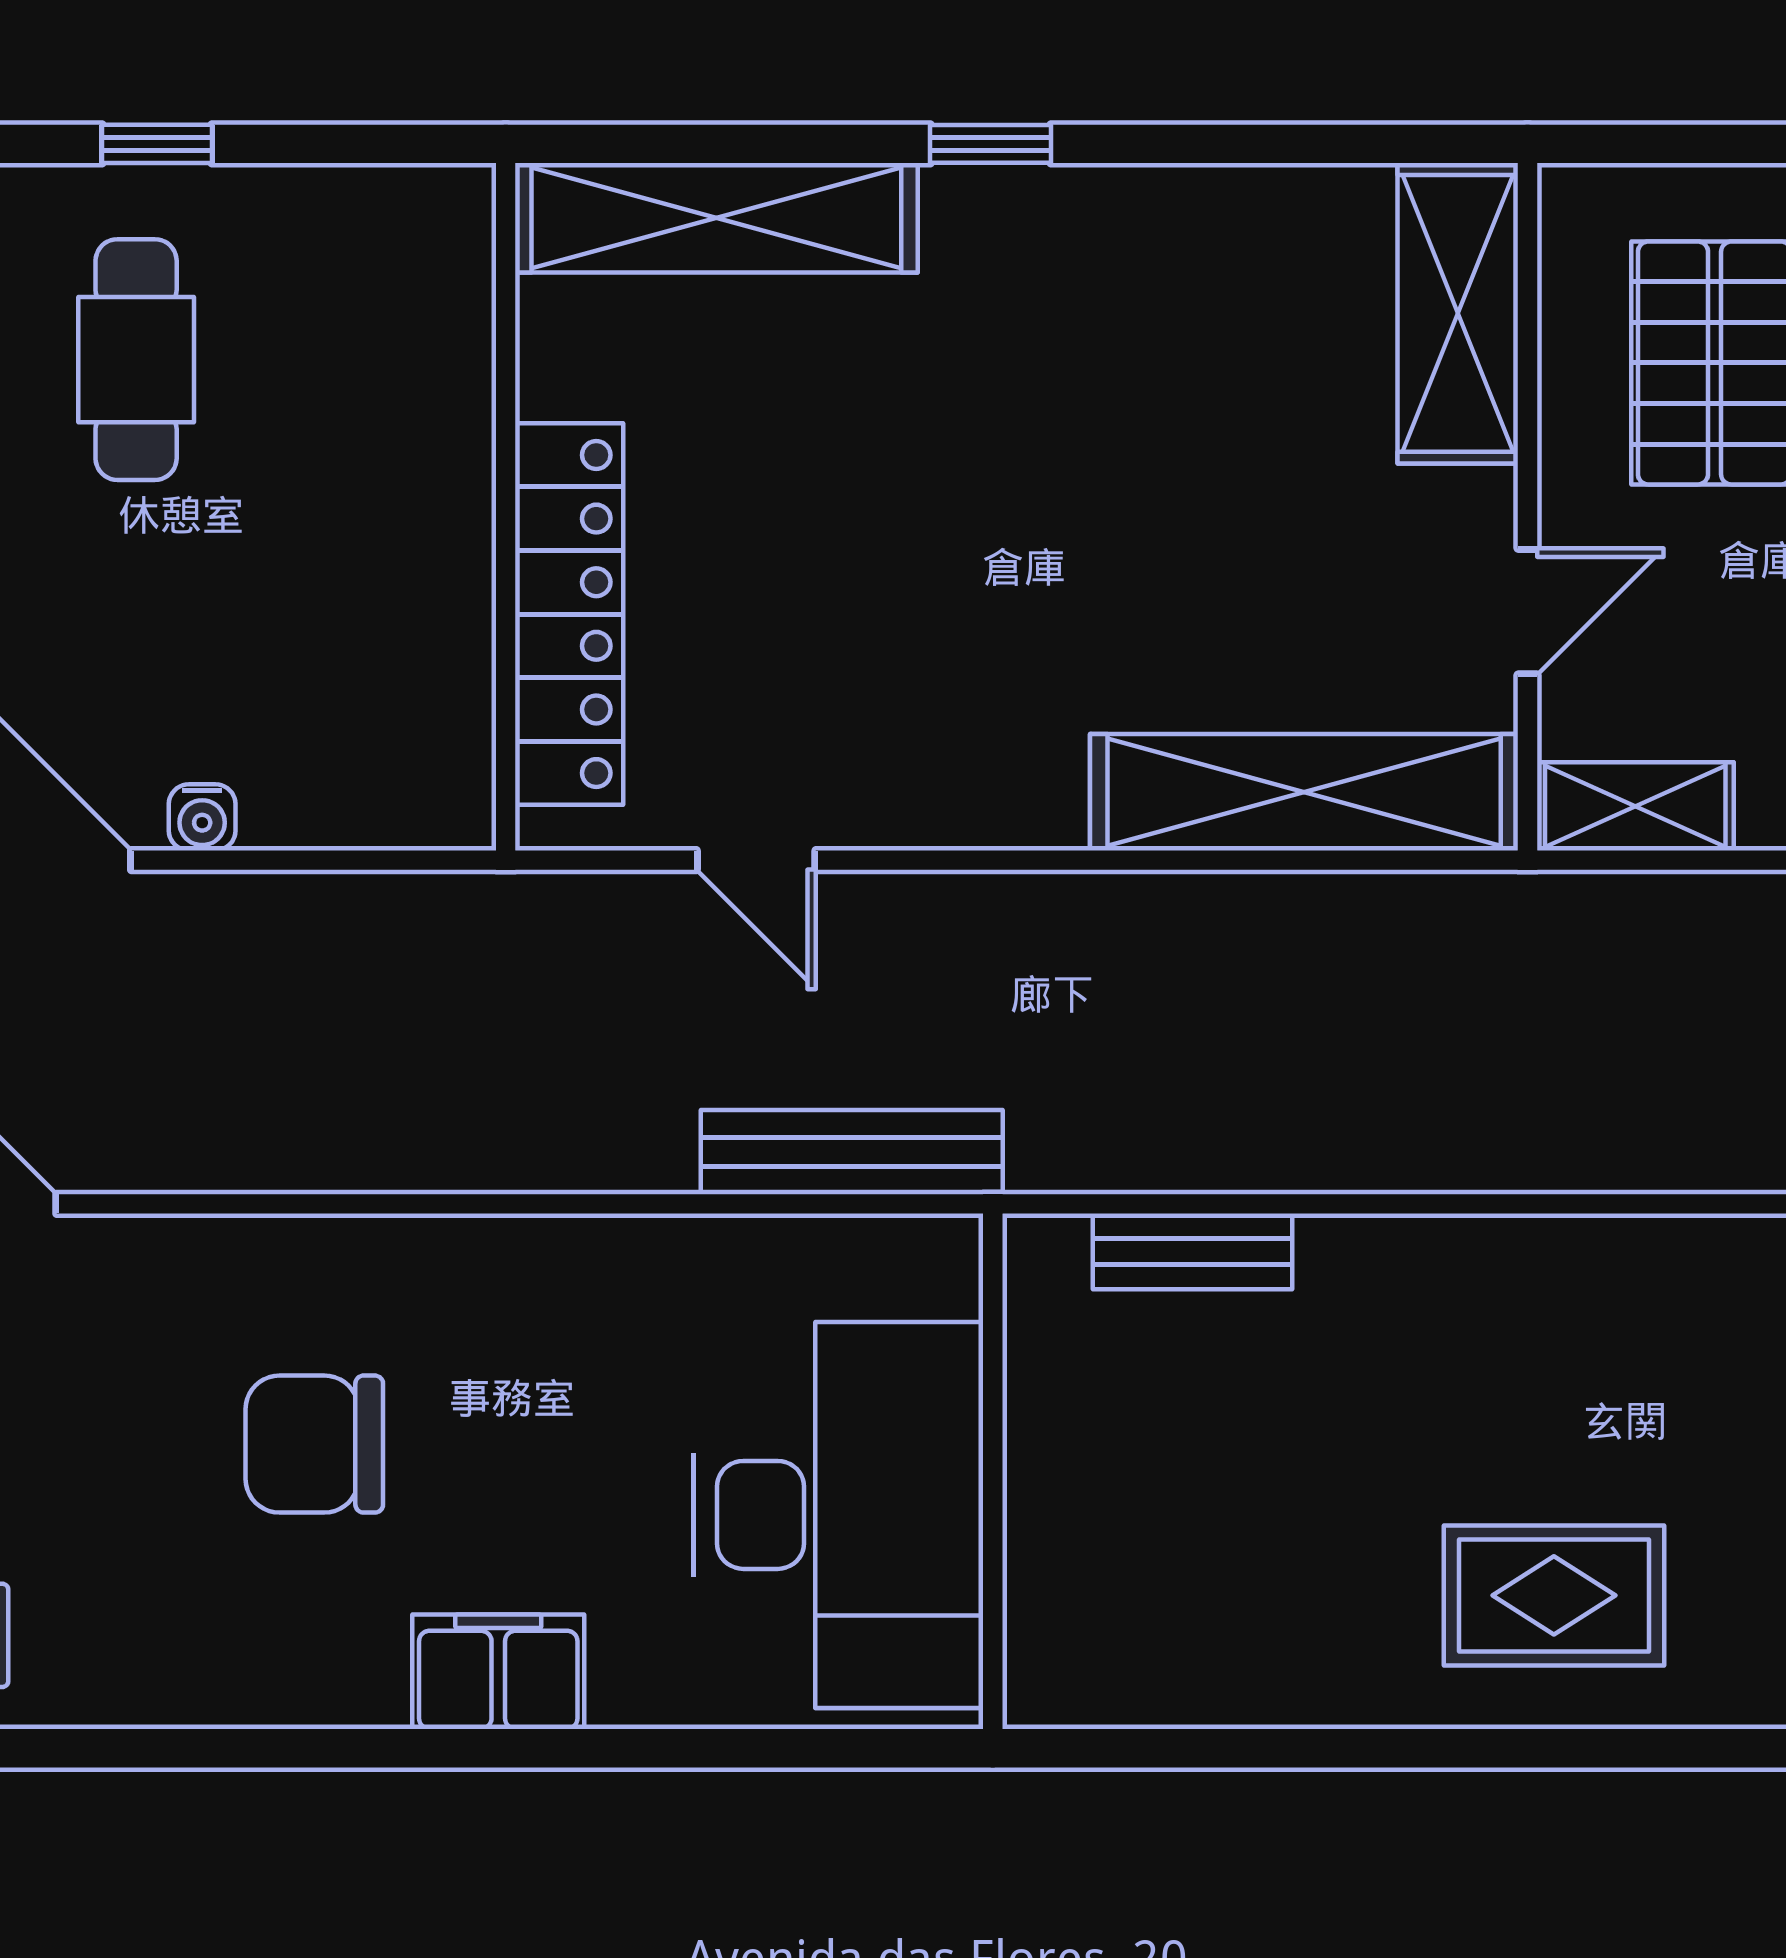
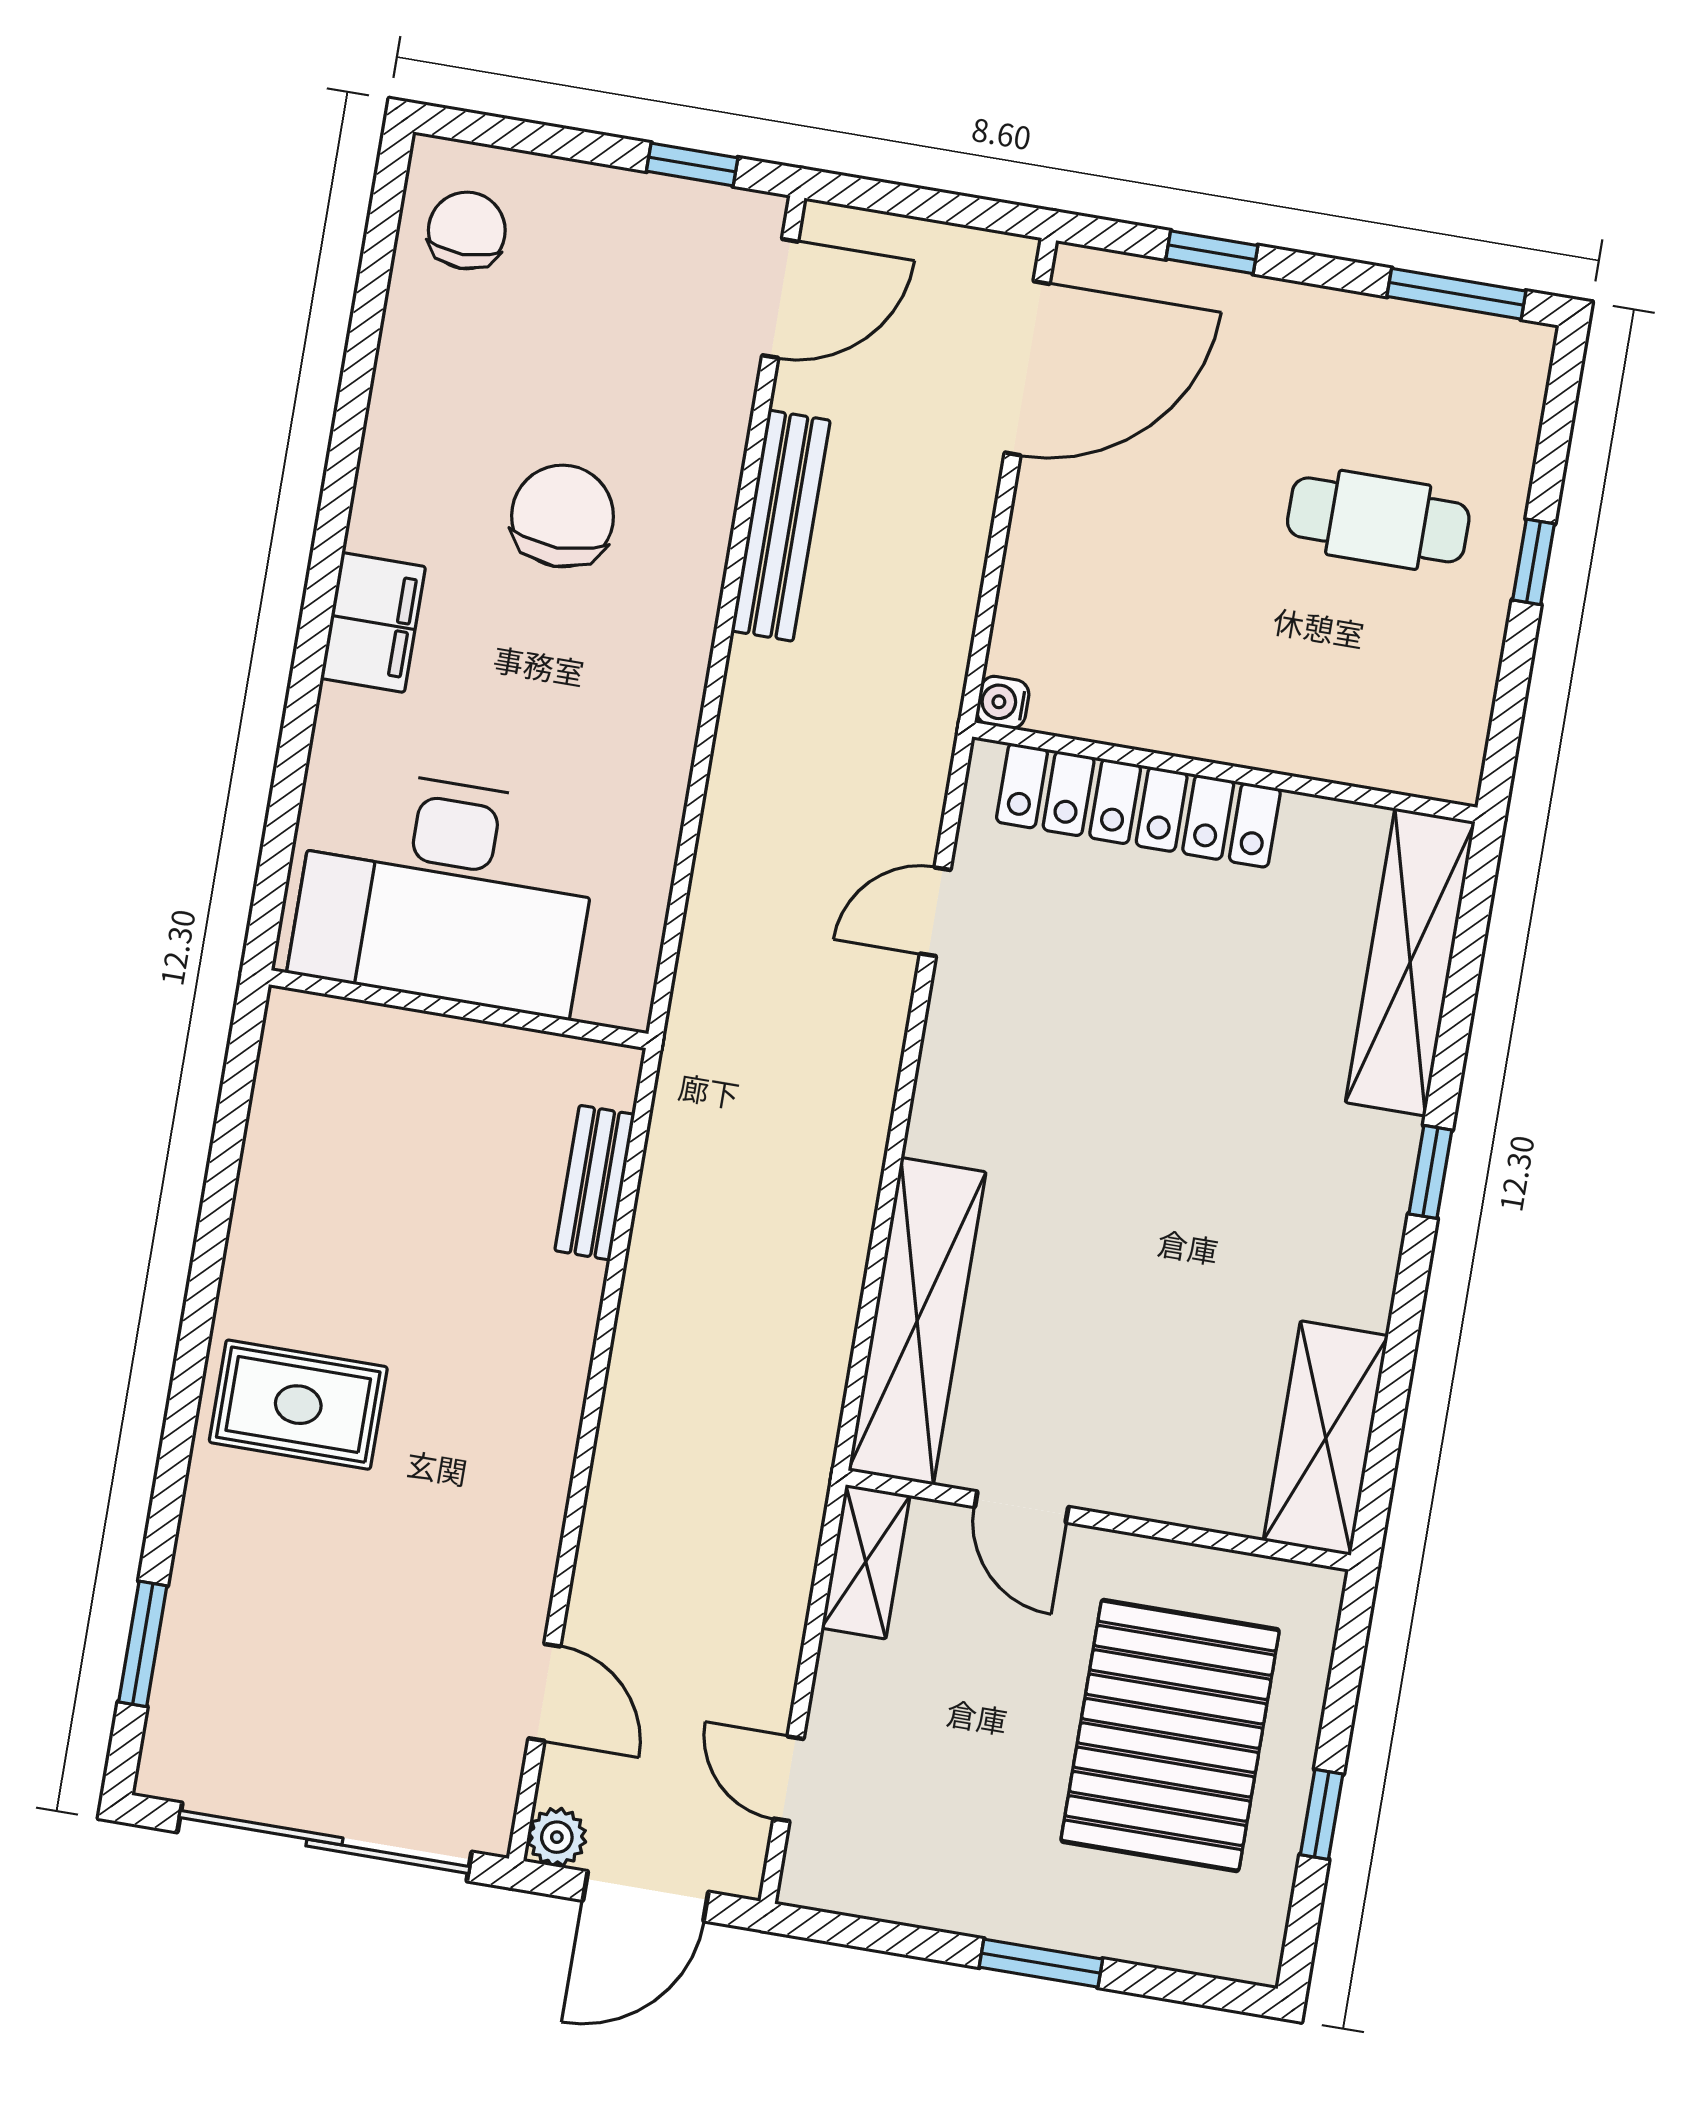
shelving: (1458, 313) -> (1326, 1438), moved, turned 90
water cooler: (202, 817) -> (1003, 702), moved
bench: (852, 1152) -> (781, 526), moved
rug: (1554, 1595) -> (298, 1405), turned 90

